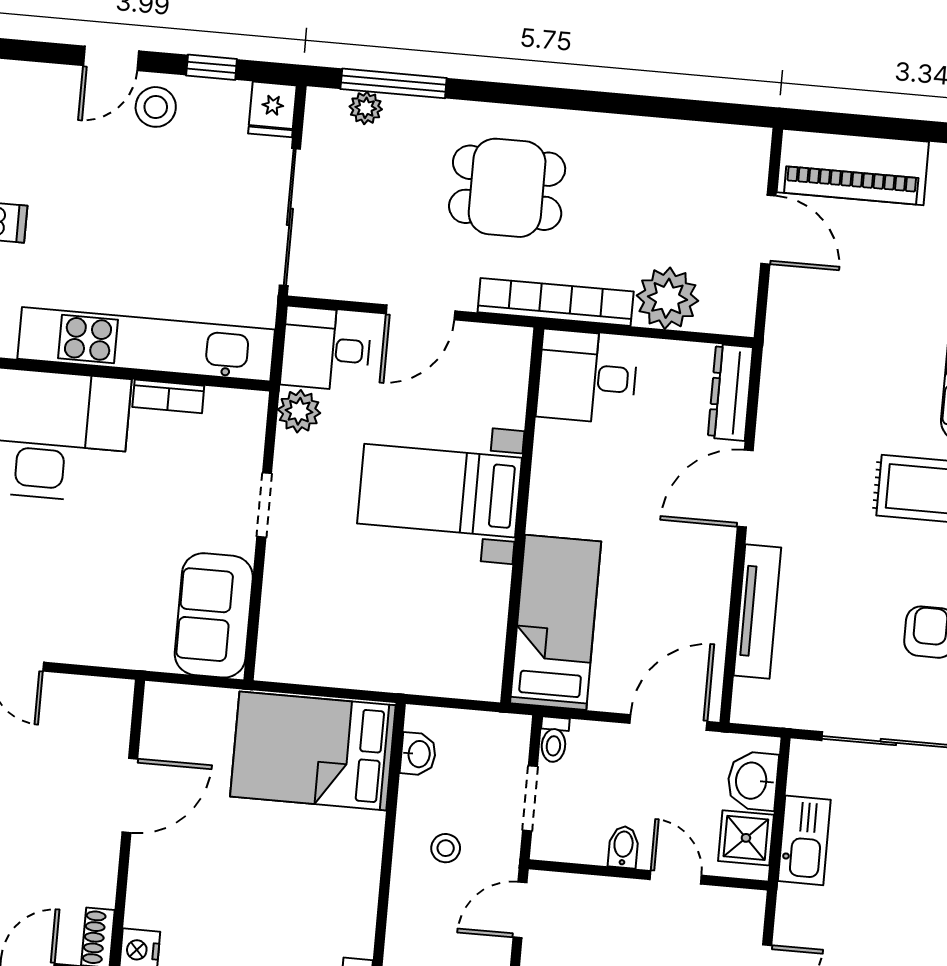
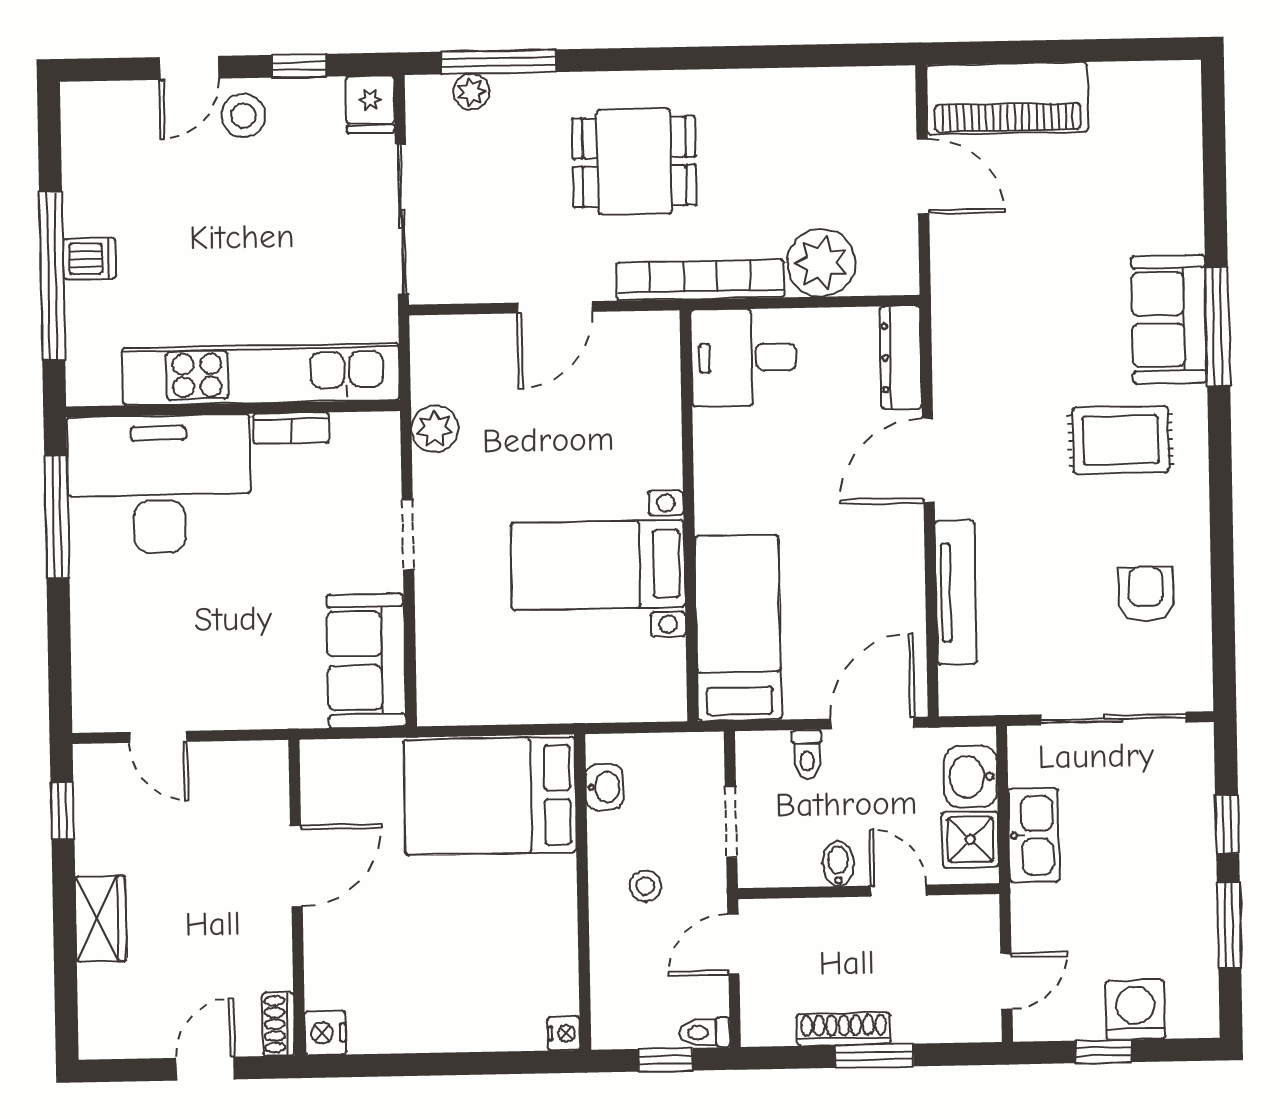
desk: (326, 349) -> (457, 358), removed
bed with nightstands: (440, 491) -> (598, 565), moved
toilet: (554, 740) -> (807, 754), moved

